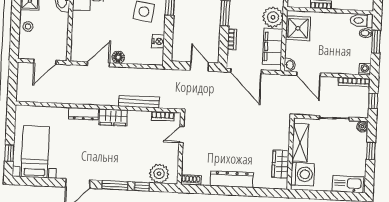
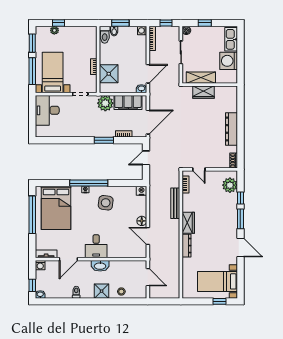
shower: (298, 28) -> (109, 74), moved
nightstand: (158, 41) -> (142, 191), moved
wardrobe: (280, 164) -> (203, 92), moved
washing machine: (303, 174) -> (229, 61), moved, turned -90

